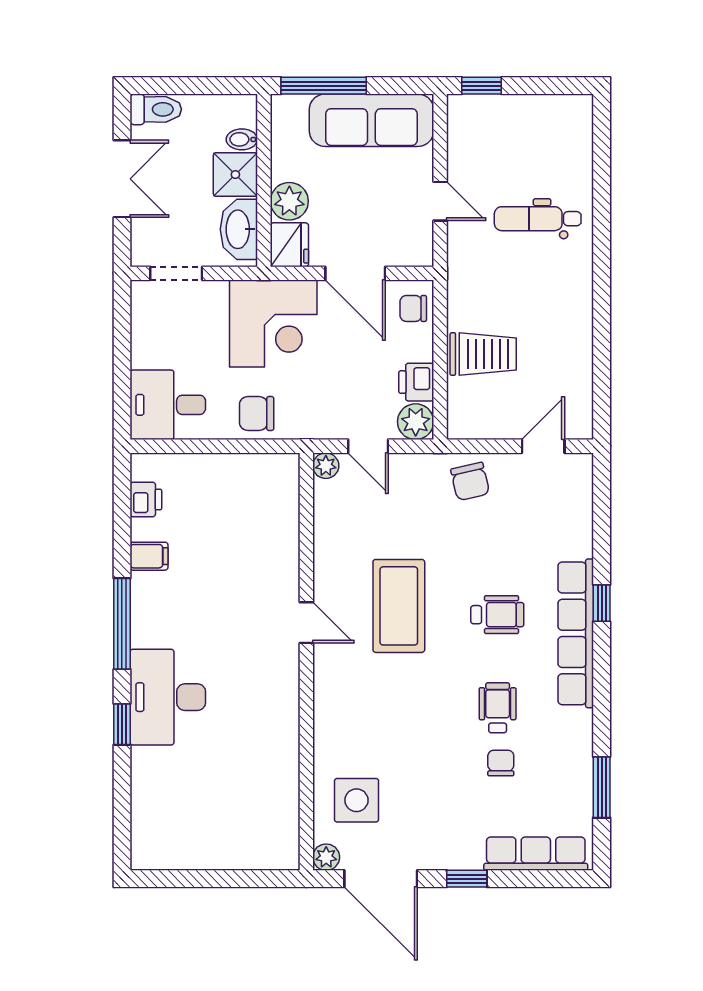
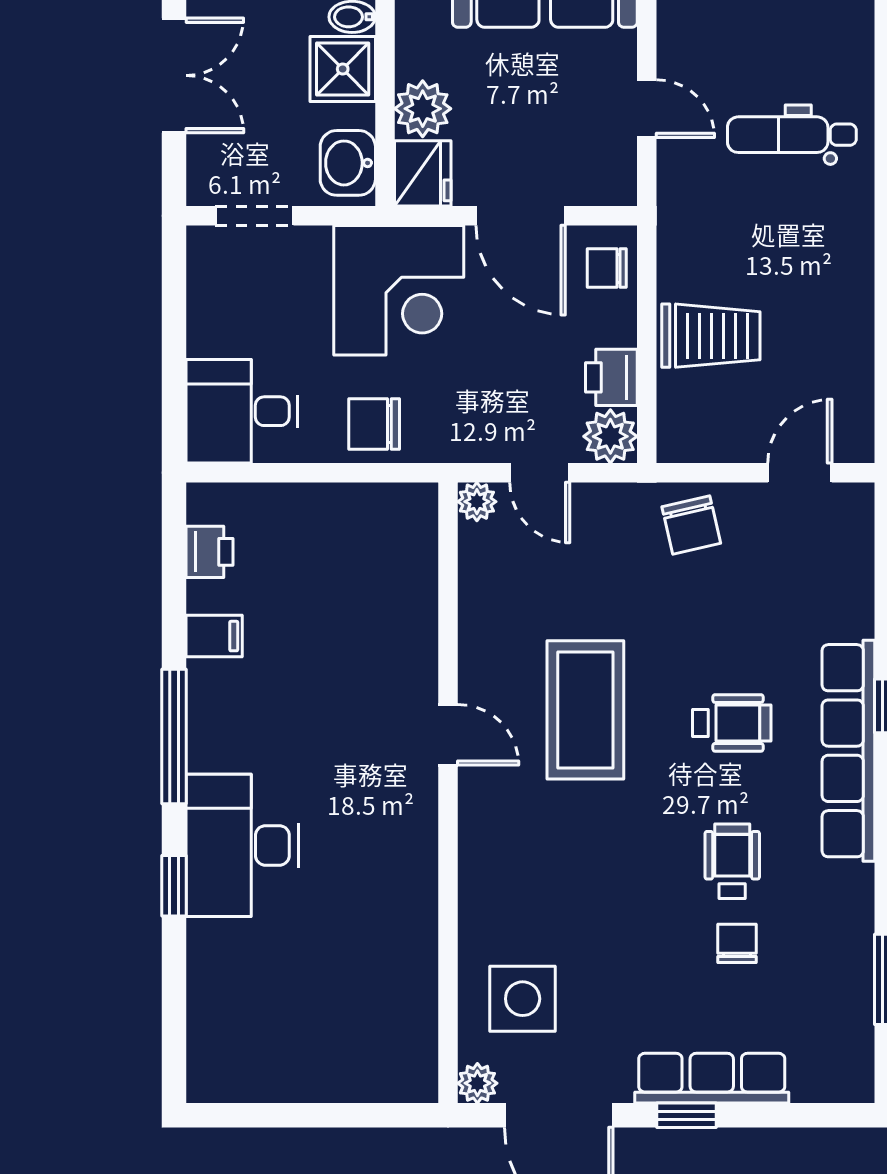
washbasin: (239, 229) -> (348, 163), width x0.72
row of seats: (536, 854) -> (712, 1078), moved

